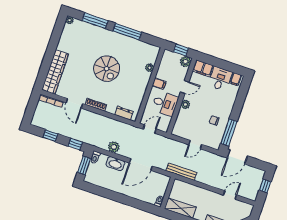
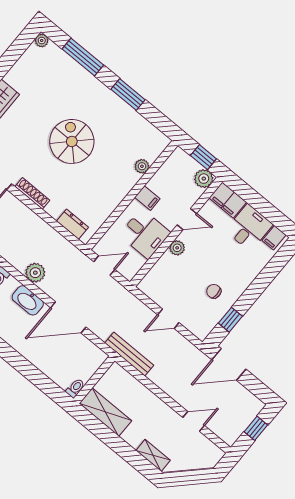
window: (127, 32) -> (128, 94), width x0.69
spiral stairs: (107, 69) -> (72, 141), turned 180
window: (229, 132) -> (230, 320), width x0.46

